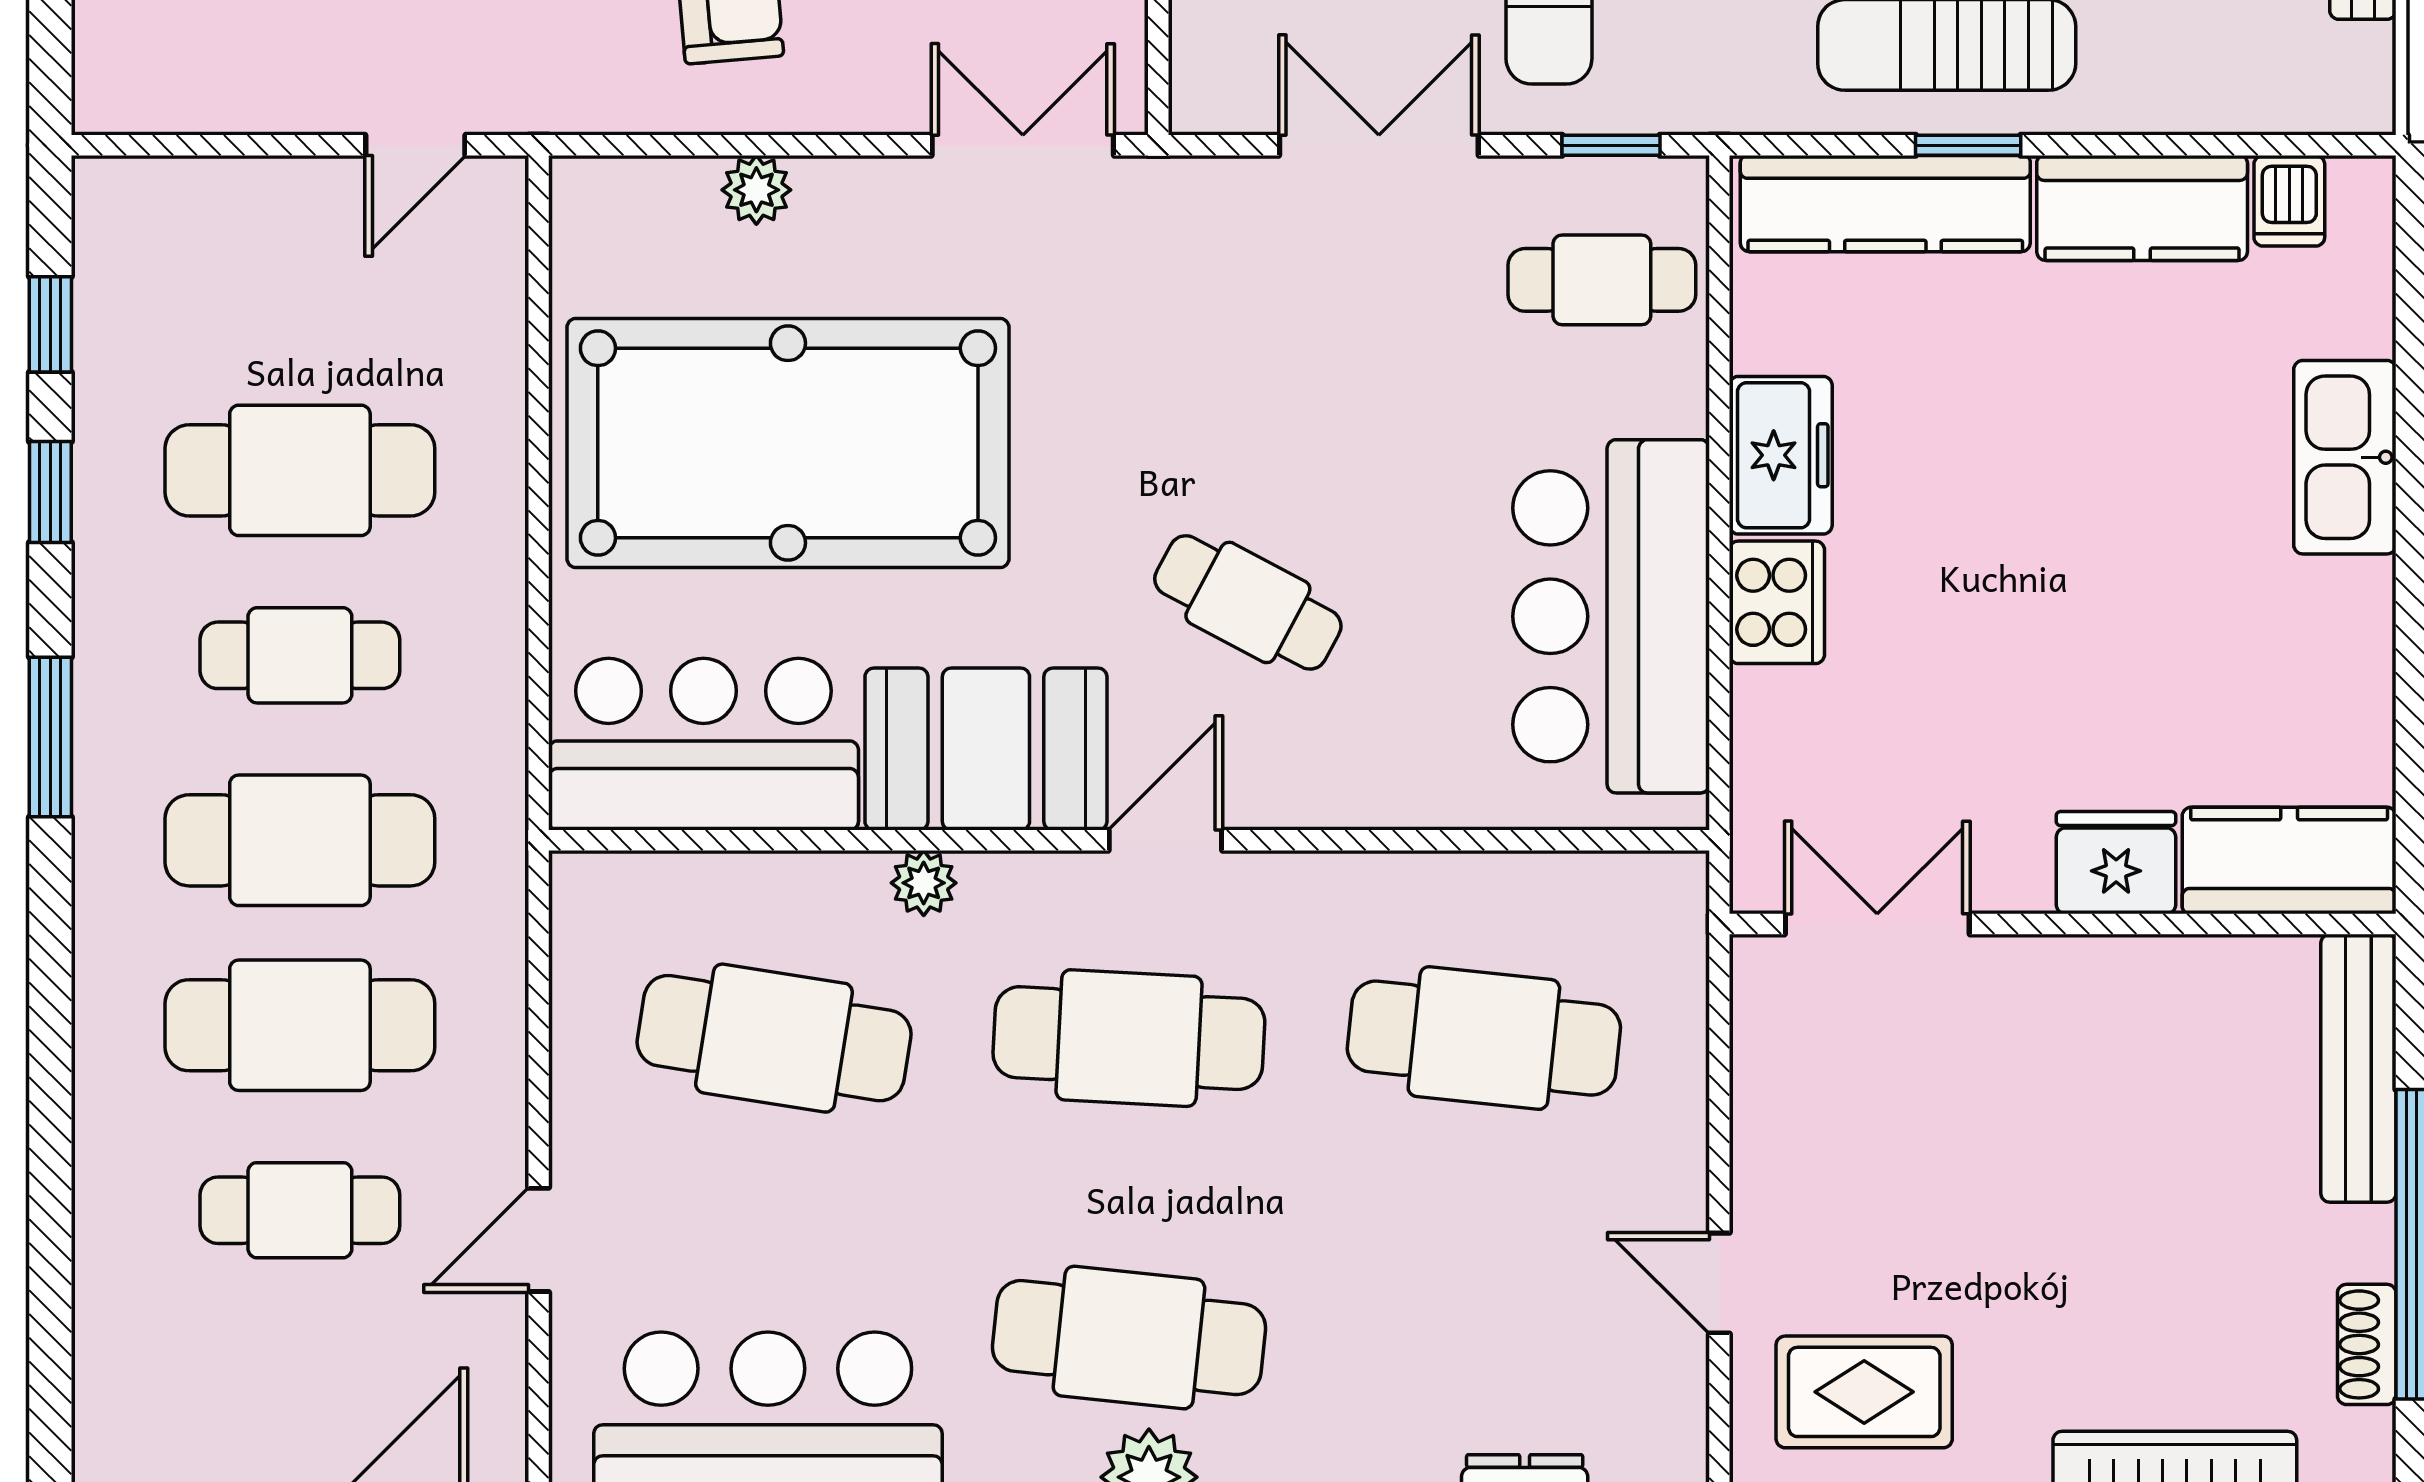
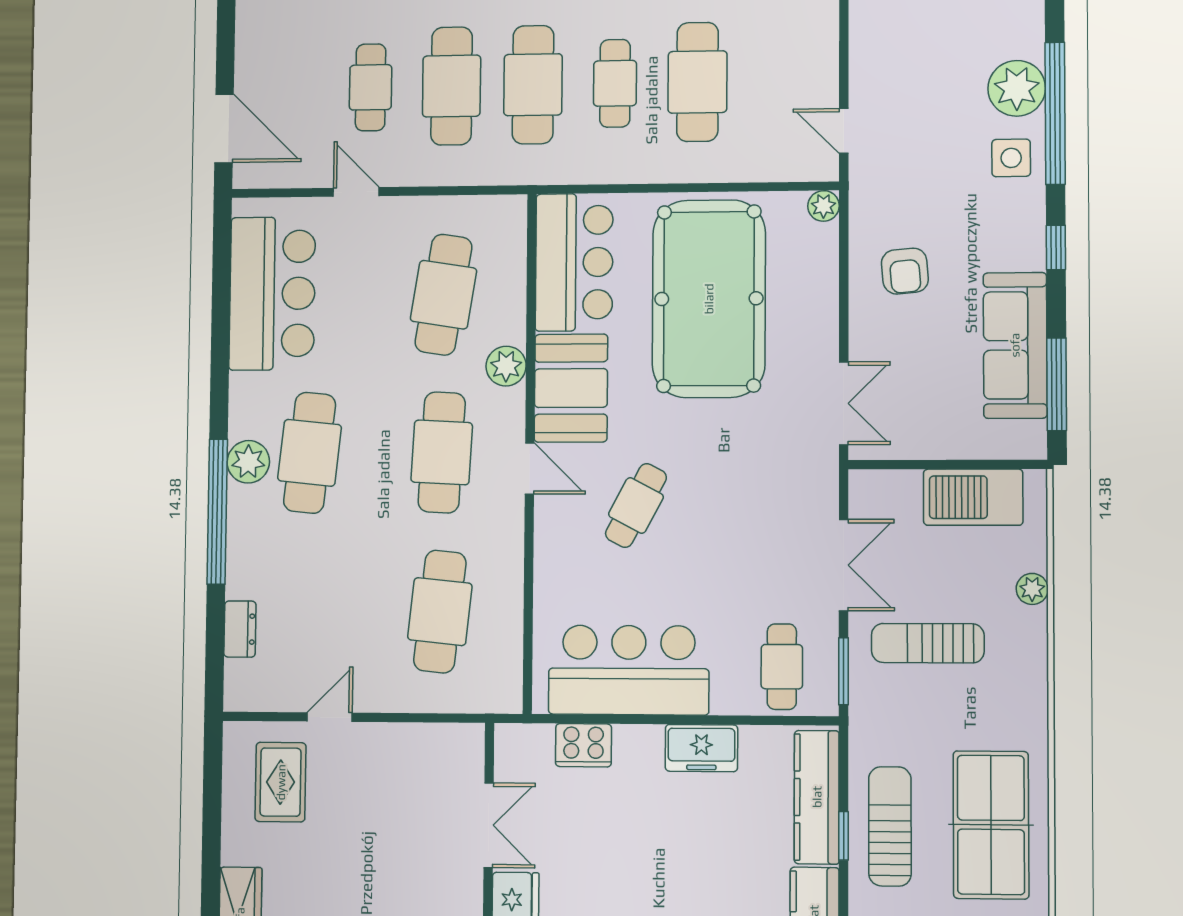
window: (1611, 145) -> (844, 671), width x1.50
plant: (756, 190) -> (824, 206), moved
cooker: (1777, 602) -> (584, 745), moved
plant: (924, 883) -> (506, 366), width x1.38, depth x1.38
double door: (1877, 924) -> (489, 825), moved

